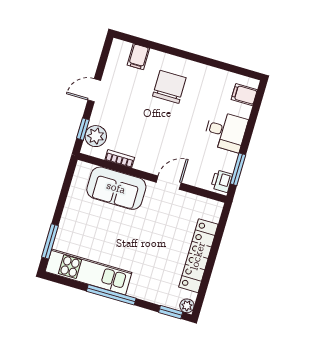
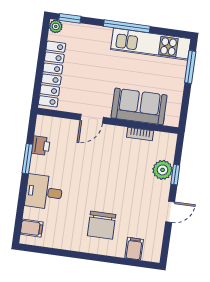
bookcase: (120, 159) -> (140, 134), moved
wall: (152, 178) -> (108, 121), moved
door: (169, 183) -> (92, 119), moved
sofa: (116, 188) -> (139, 106), moved

